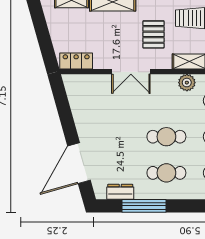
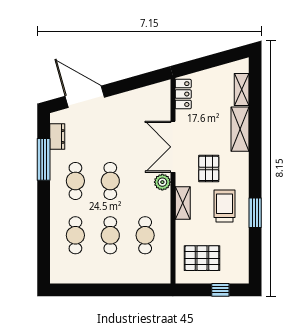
pallet: (153, 34) -> (209, 168), turned 90
double door: (131, 72) -> (173, 147), width x1.37
plant: (187, 83) -> (162, 182), moved

